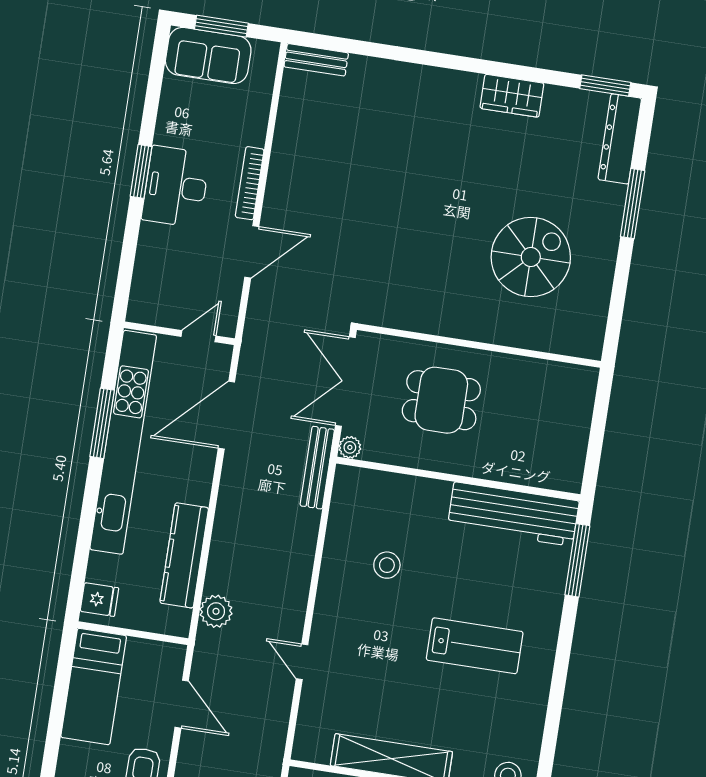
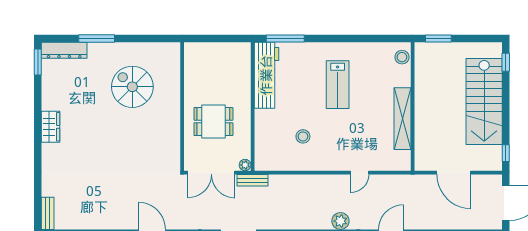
wardrobe: (512, 96) -> (51, 127), moved
dining table: (441, 400) -> (213, 122), turned 90
bench: (317, 468) -> (253, 180), width x0.73
lab bench: (475, 646) -> (338, 85), turned 180

